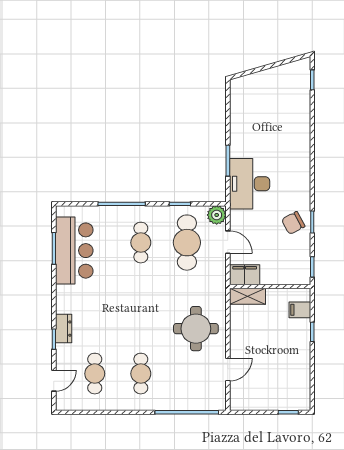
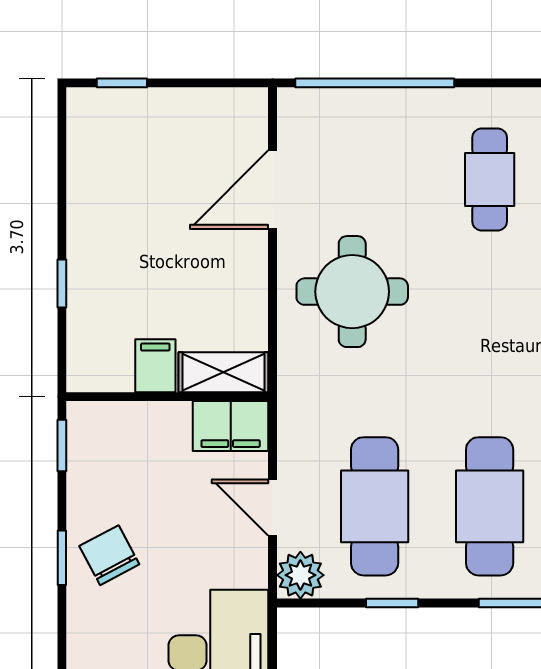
chair: (293, 223) -> (109, 555), turned -90
cafe table: (141, 243) -> (490, 506), width x1.37, depth x1.35
filing cabinet: (300, 310) -> (155, 366), moved, turned -90
door: (228, 369) -> (273, 190), width x1.38

